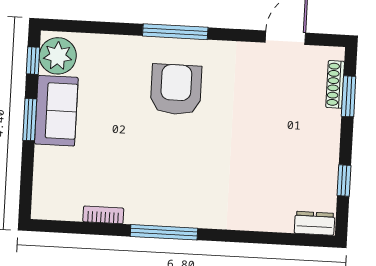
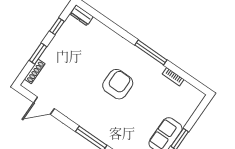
armchair: (176, 89) -> (118, 84), moved, turned 180
window: (349, 96) -> (38, 53), moved

